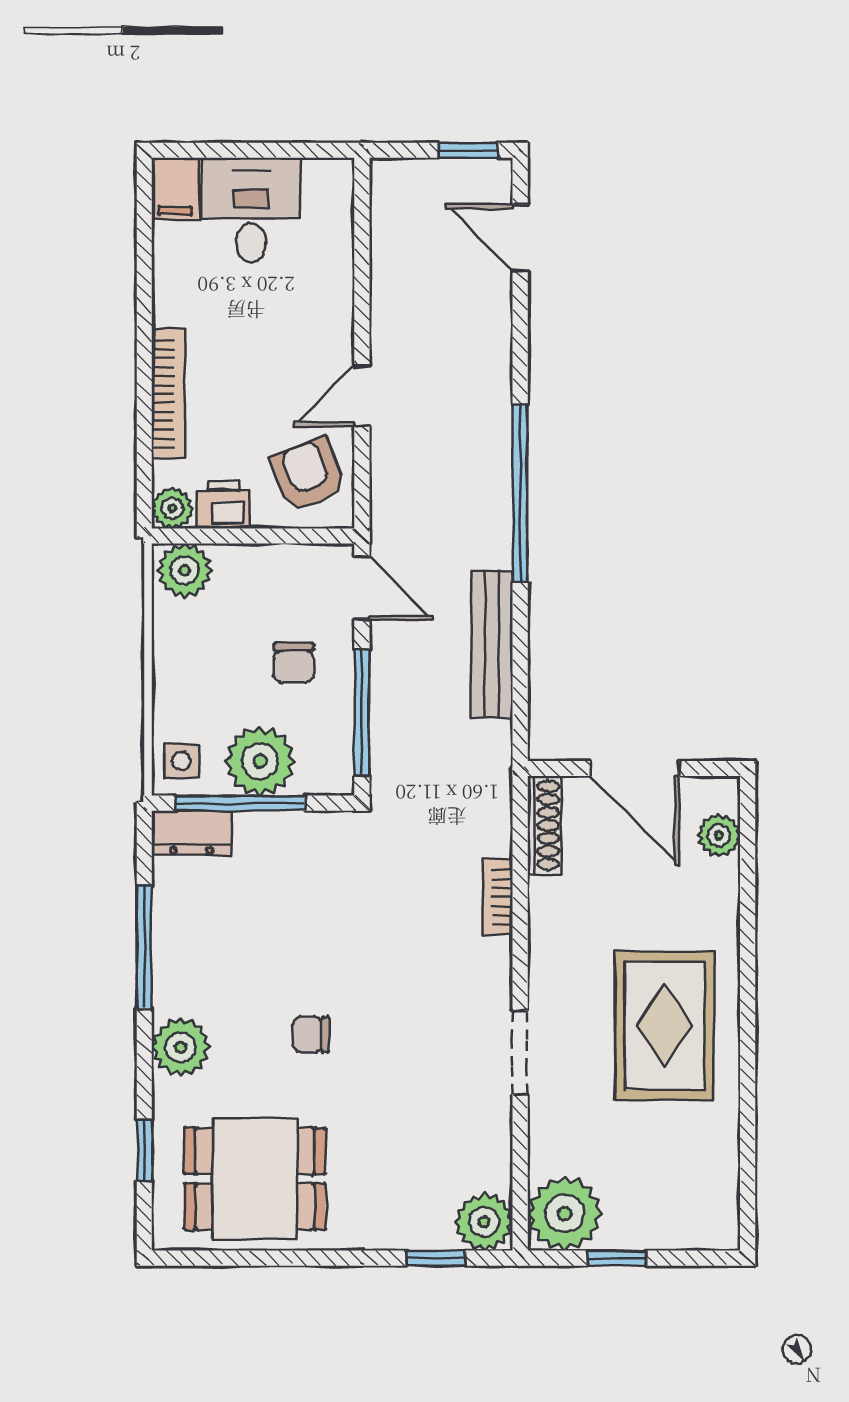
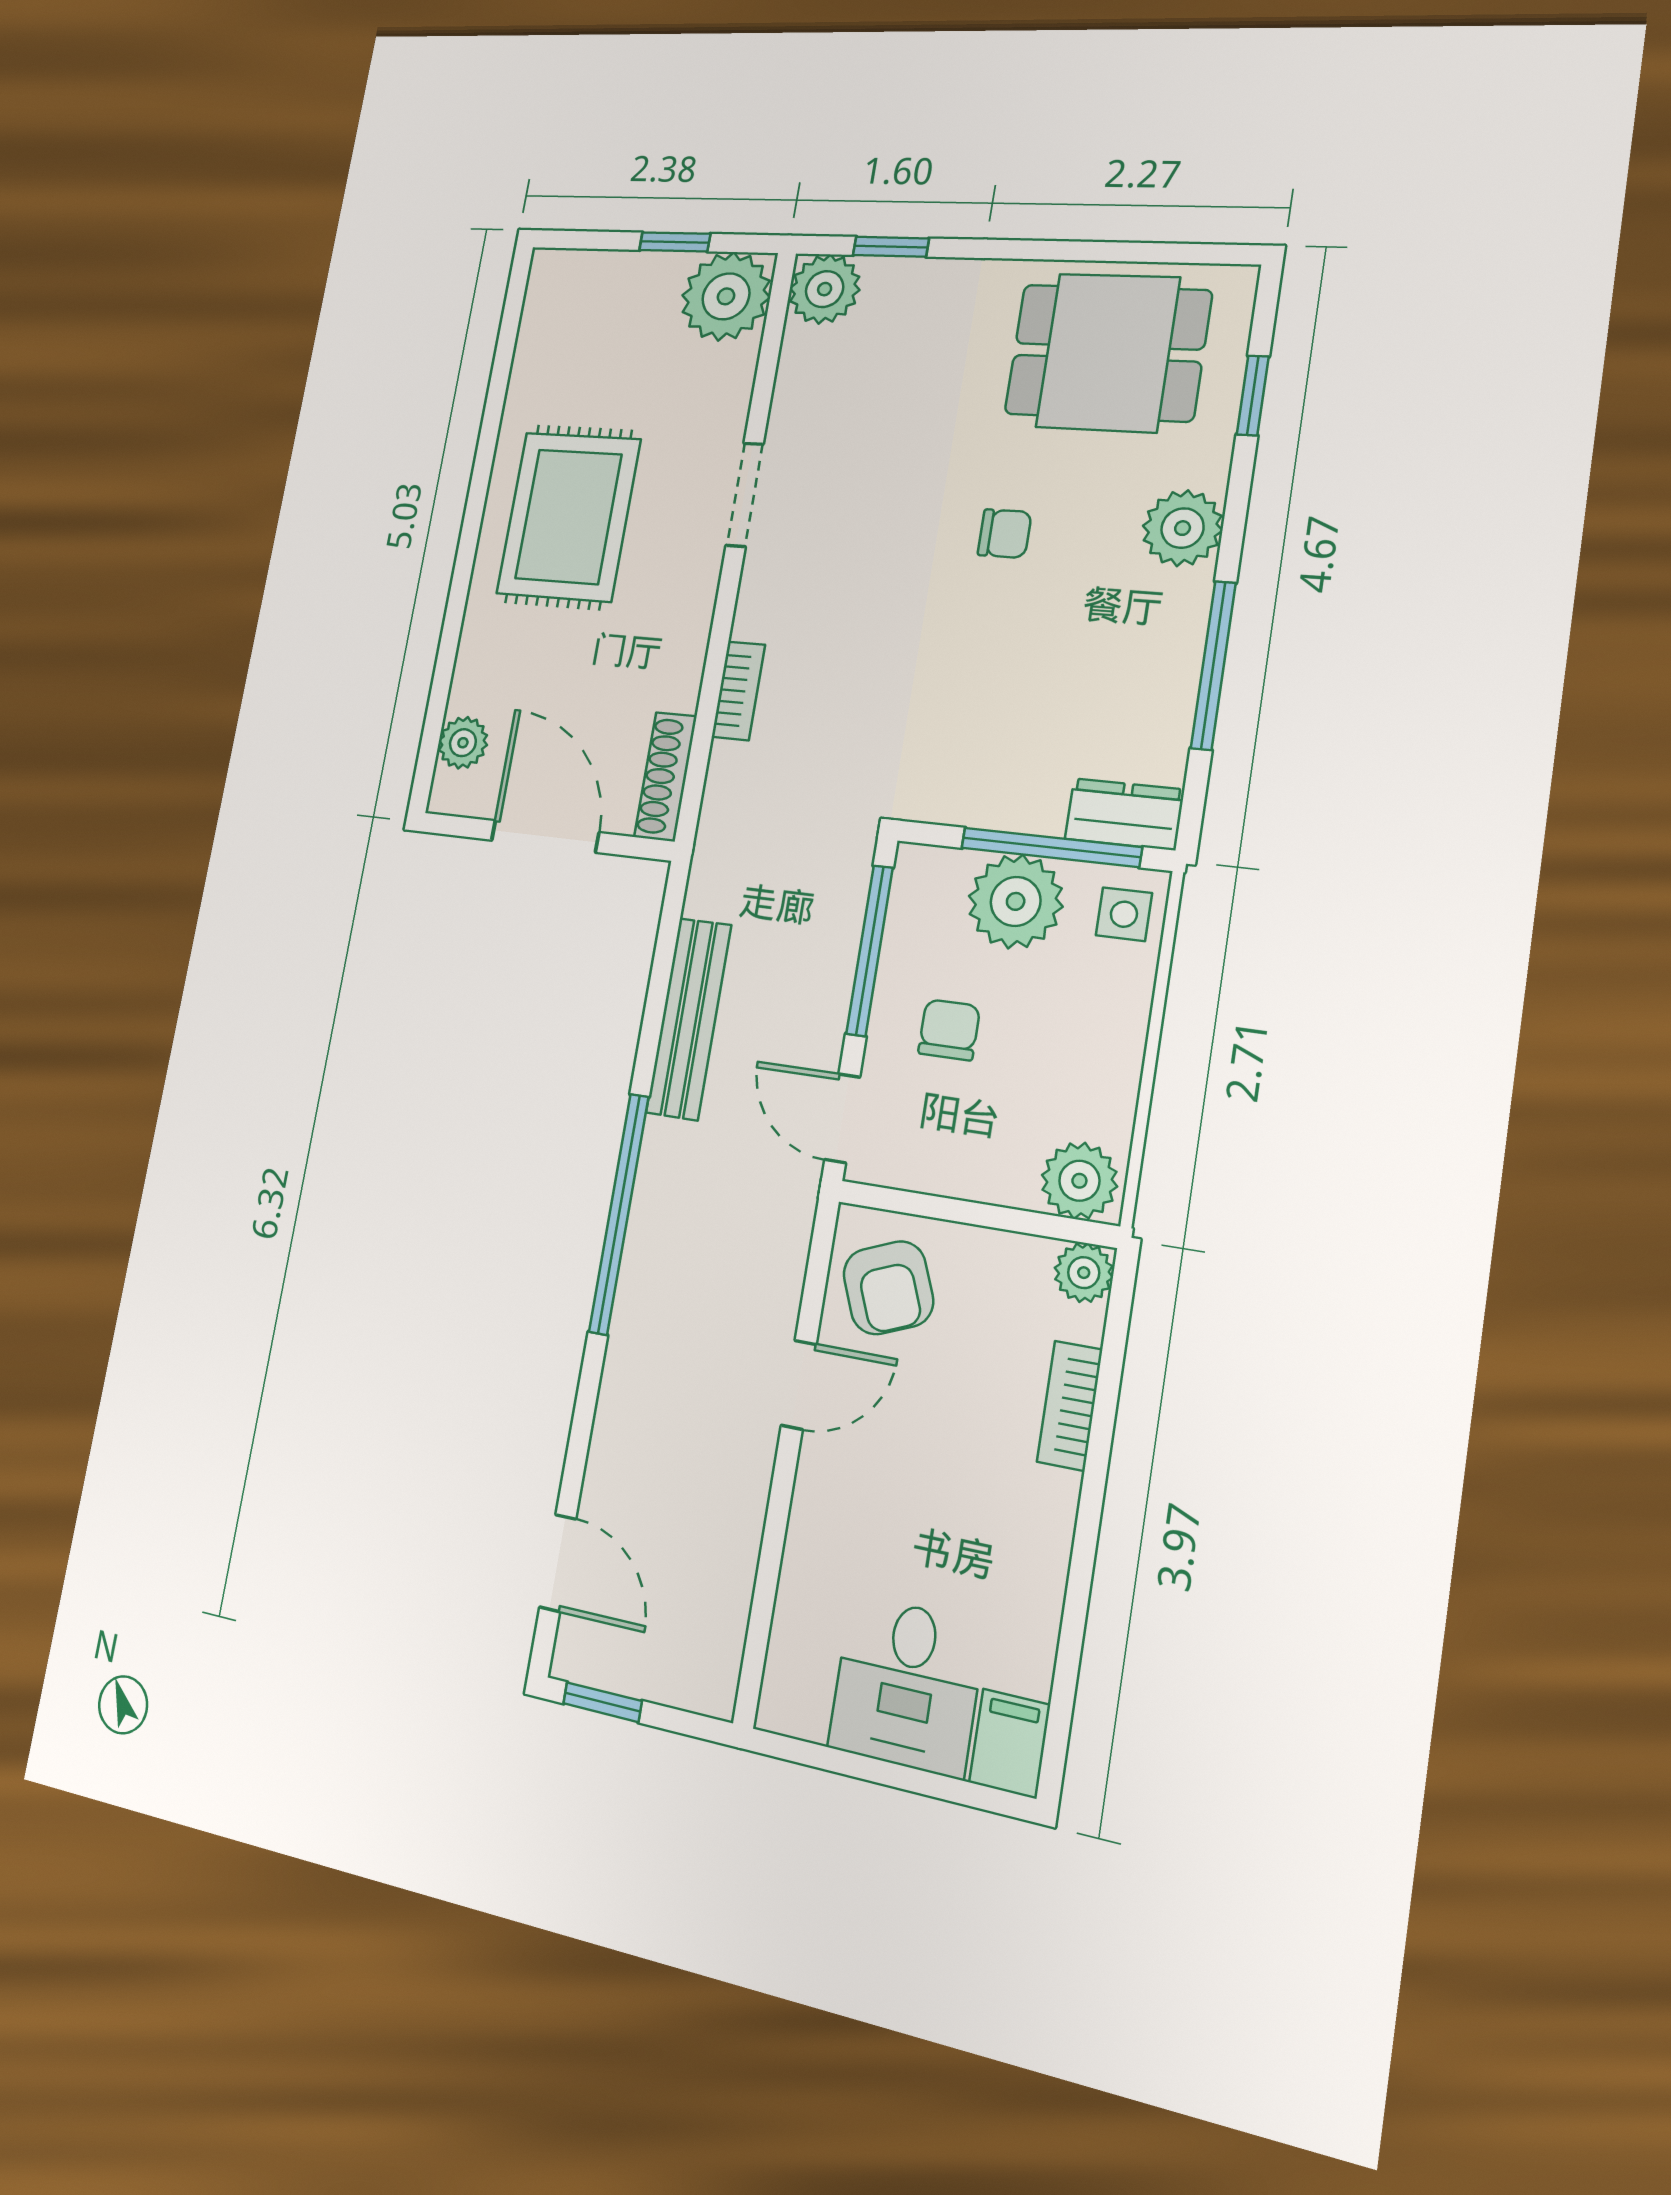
bookcase: (168, 394) -> (1070, 1406), width x0.64
printer: (223, 505) -> (1011, 1265), removed

